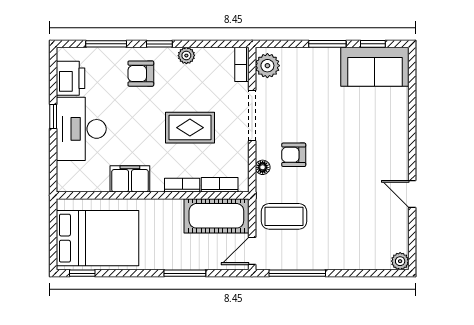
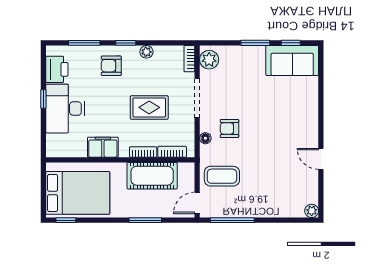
cot: (216, 216) -> (152, 176), moved

